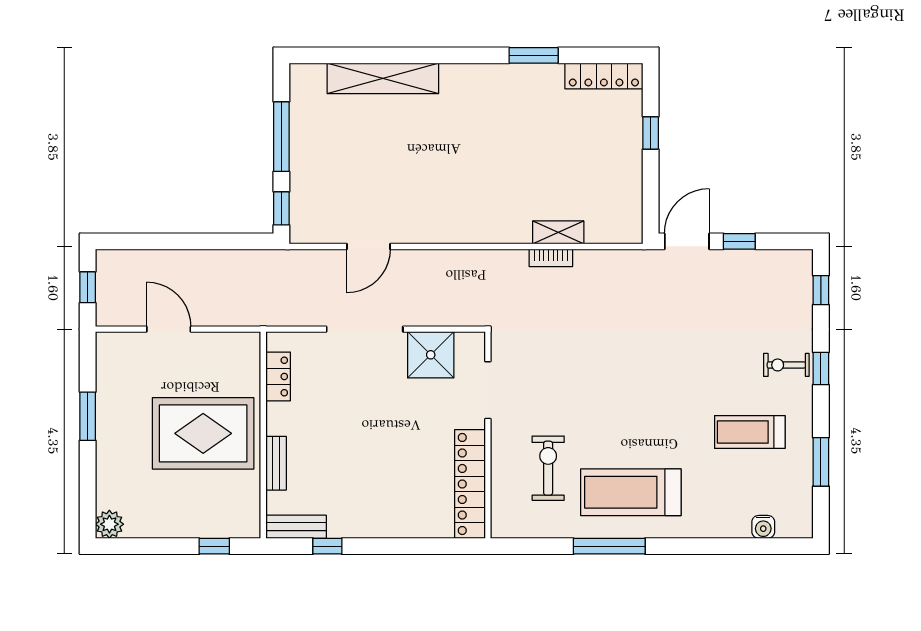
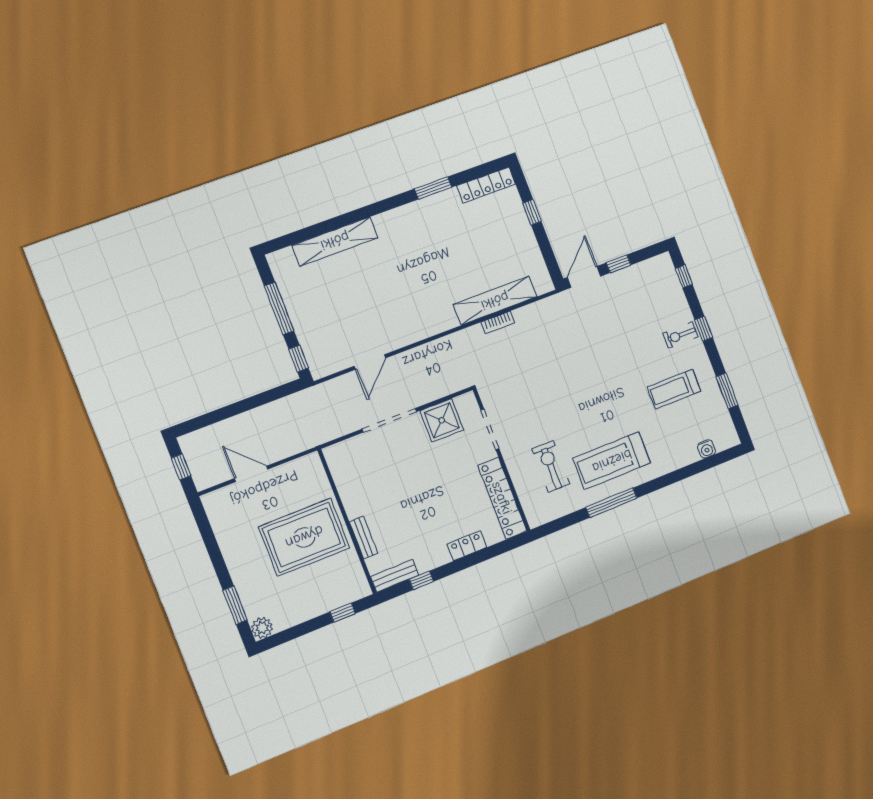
shelving: (558, 232) -> (495, 301), width x2.20, depth x1.33
locker: (278, 376) -> (467, 546), moved, turned -90
window: (88, 416) -> (235, 605), moved

